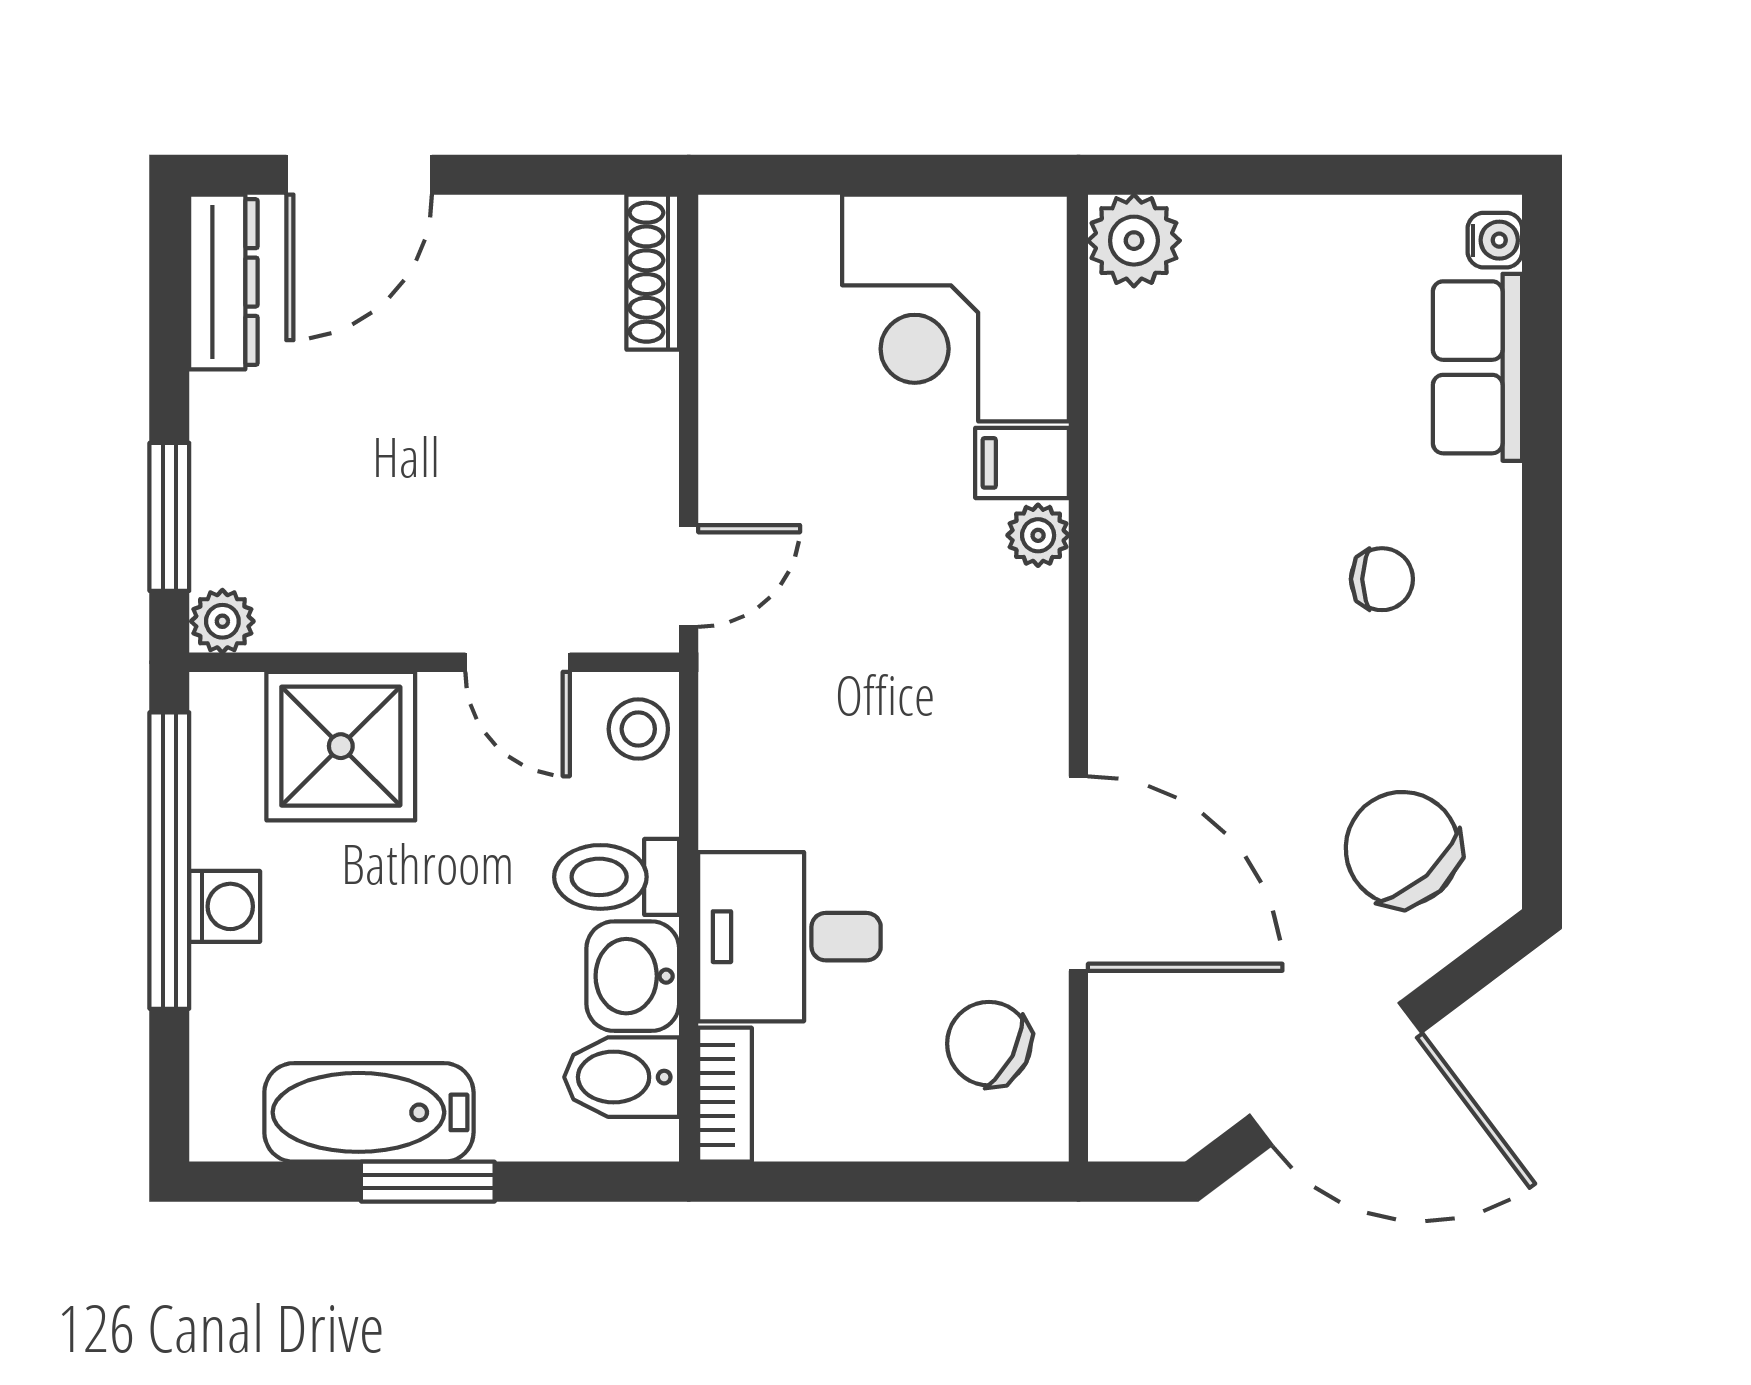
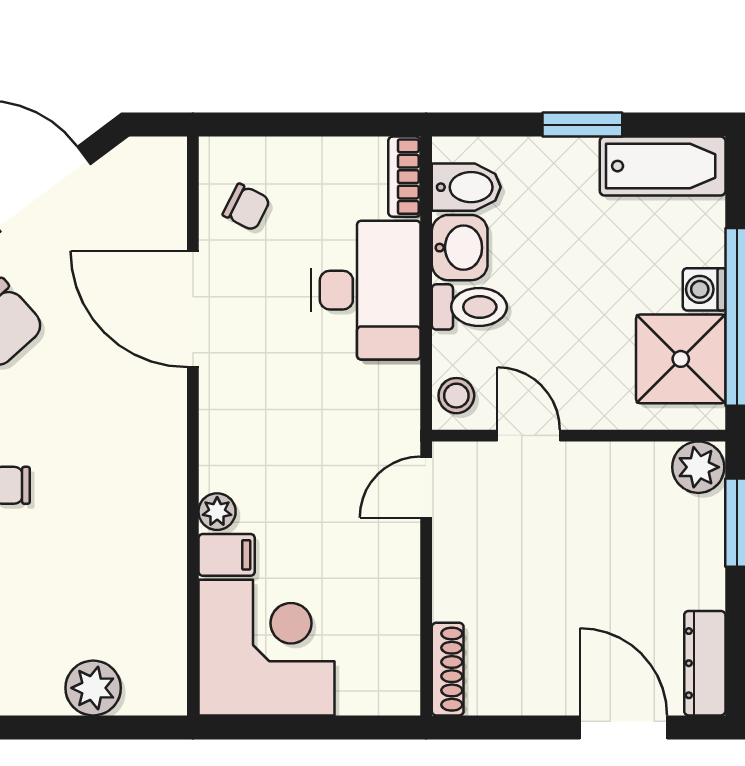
door: (359, 175) -> (624, 727), hinge flipped
plant: (1134, 241) -> (93, 688), moved
plant: (222, 621) -> (698, 467), width x1.38, depth x1.38
shower: (341, 746) -> (681, 359), moved
desk: (789, 937) -> (366, 290), width x1.37
chair: (989, 1044) -> (246, 207), width x0.73, depth x0.73
bathtub: (369, 1112) -> (663, 166), moved

